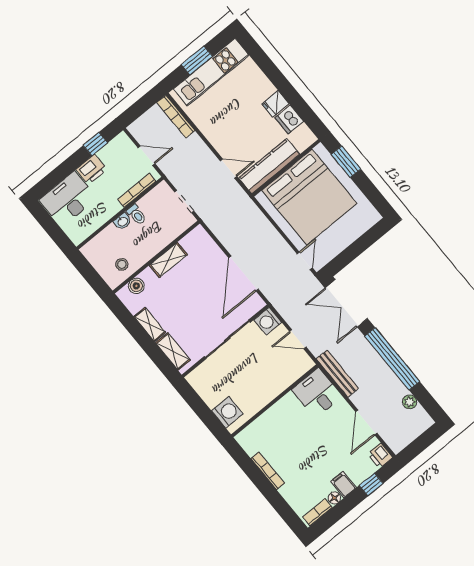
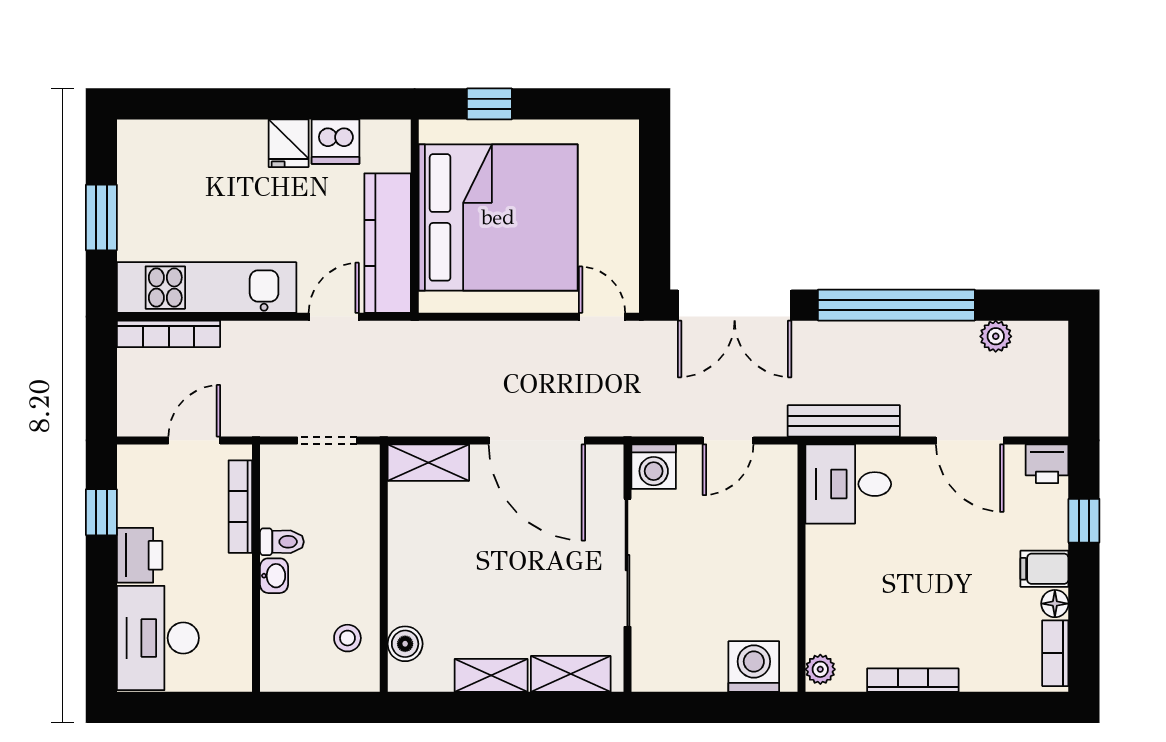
kitchen unit: (211, 72) -> (207, 288), moved, turned -90
window: (346, 162) -> (489, 104), width x0.67
shelving: (168, 260) -> (428, 463), moved, turned 90
plant: (245, 436) -> (820, 669), added

